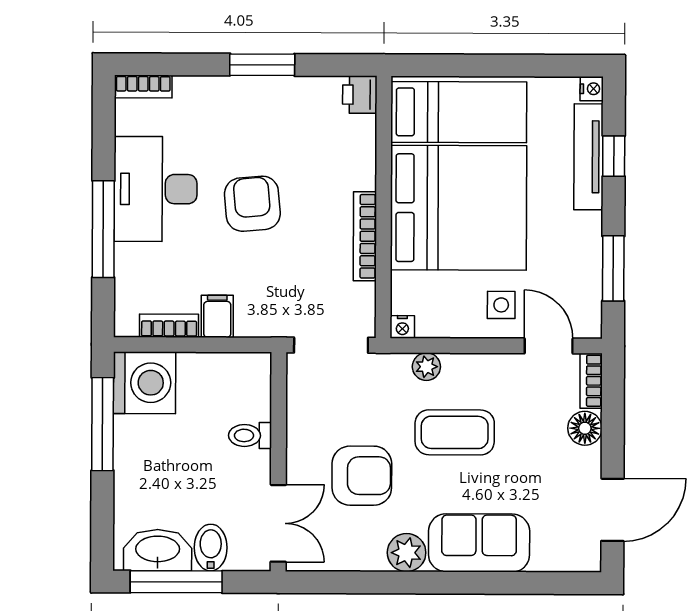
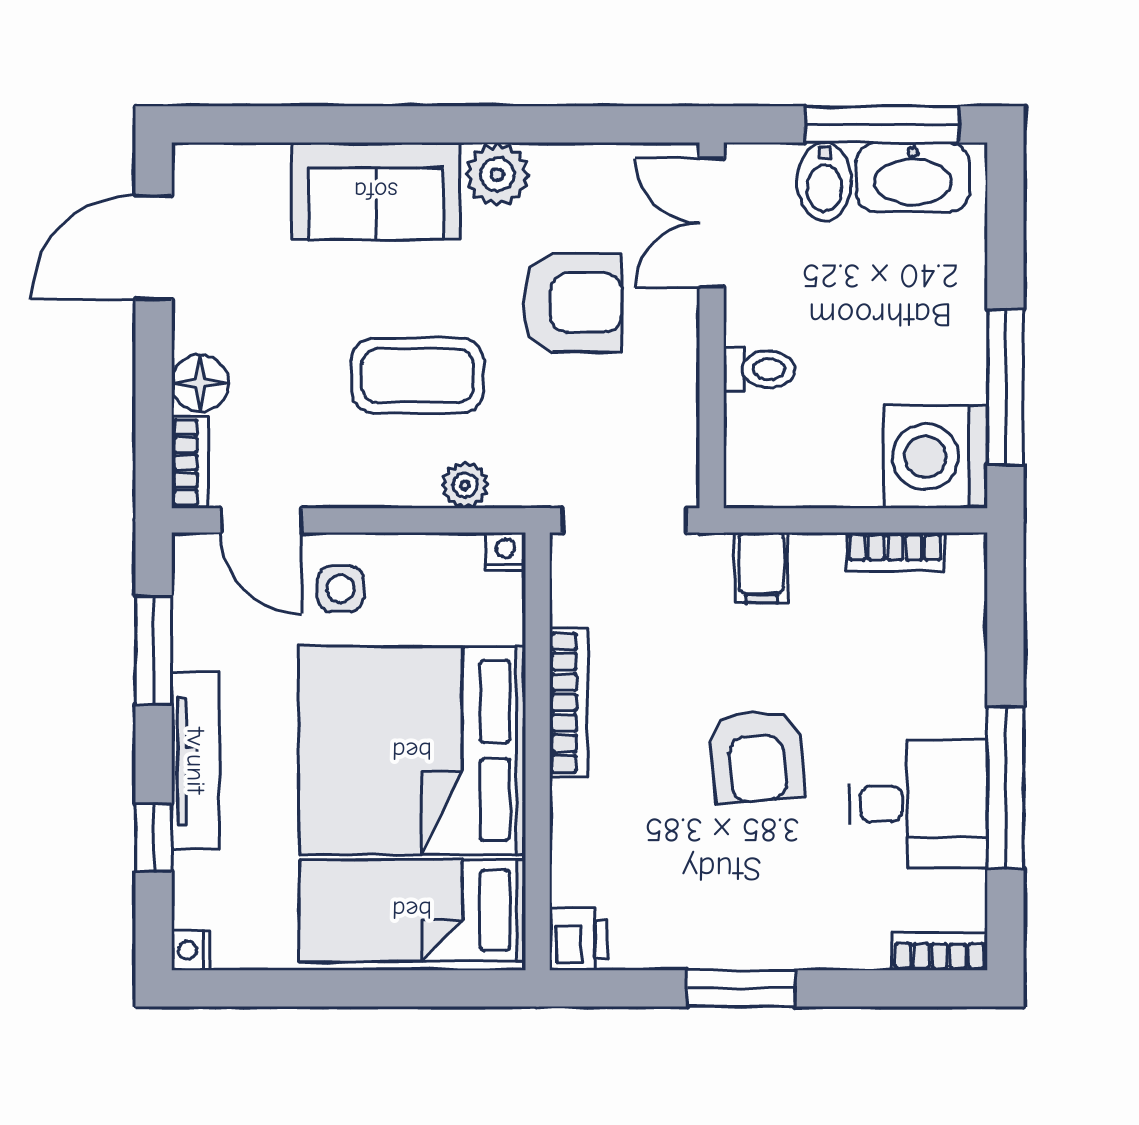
tv unit: (589, 157) -> (196, 761), moved
desk: (156, 189) -> (918, 804), width x0.73
window: (103, 229) -> (1005, 788), moved
filing cabinet: (217, 316) -> (761, 568), moved
armchair: (362, 476) -> (572, 303), turned 180

